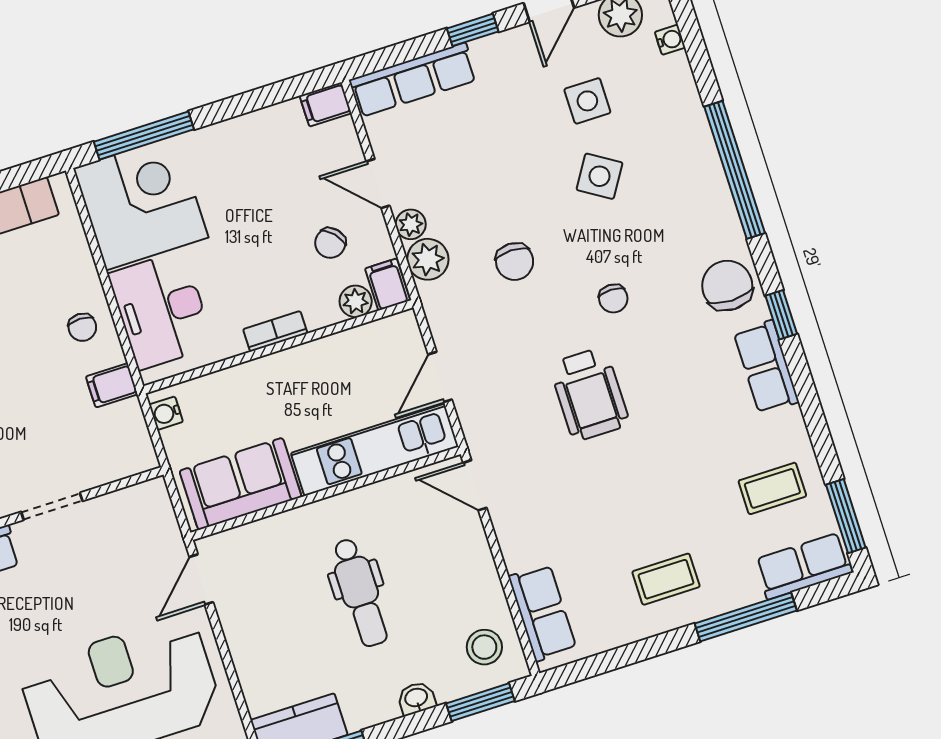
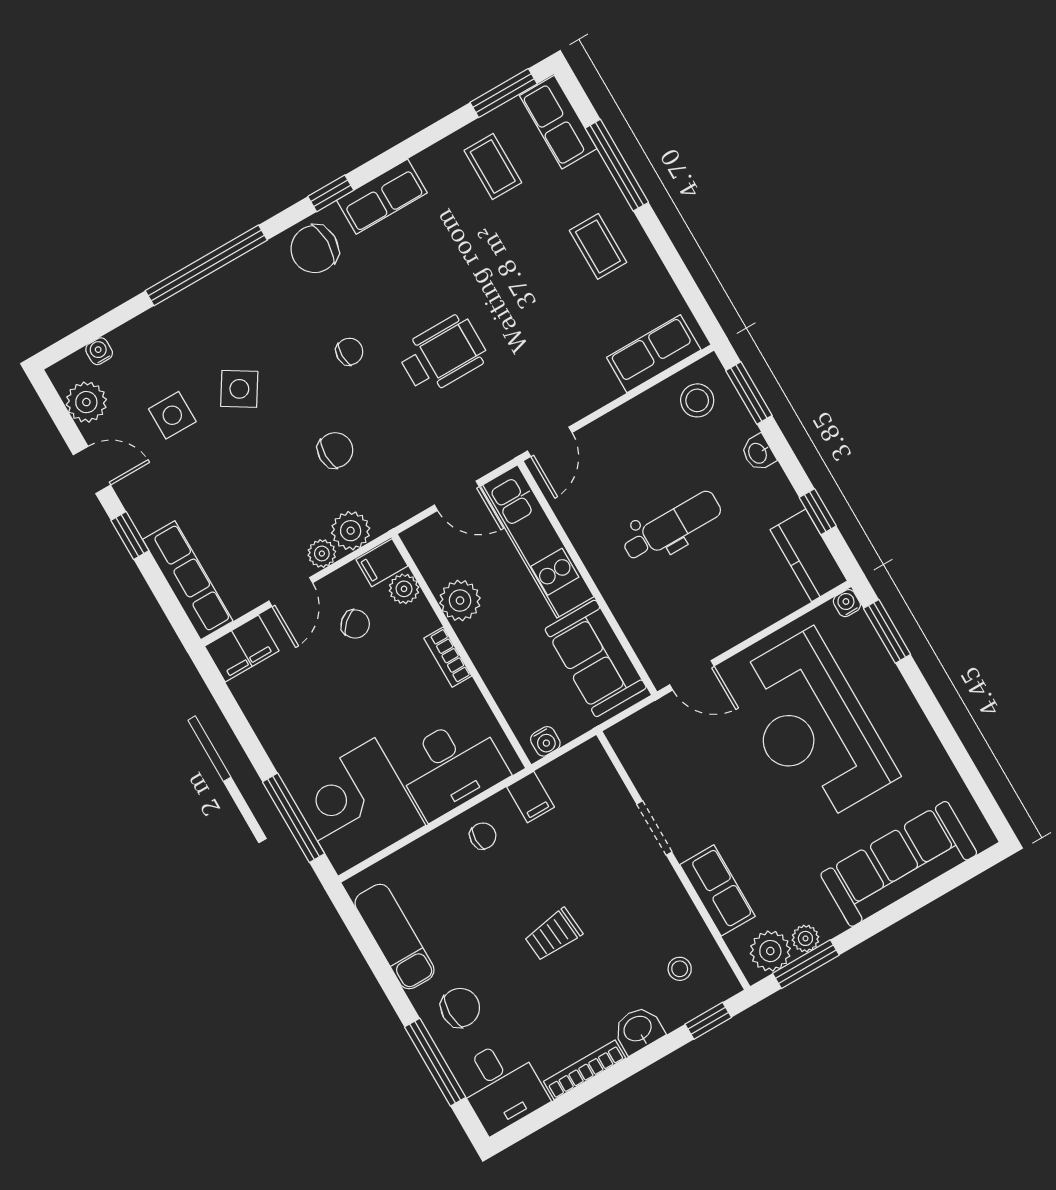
filing cabinet: (325, 104) -> (242, 648), width x2.00
plant: (331, 357) -> (460, 601), added

